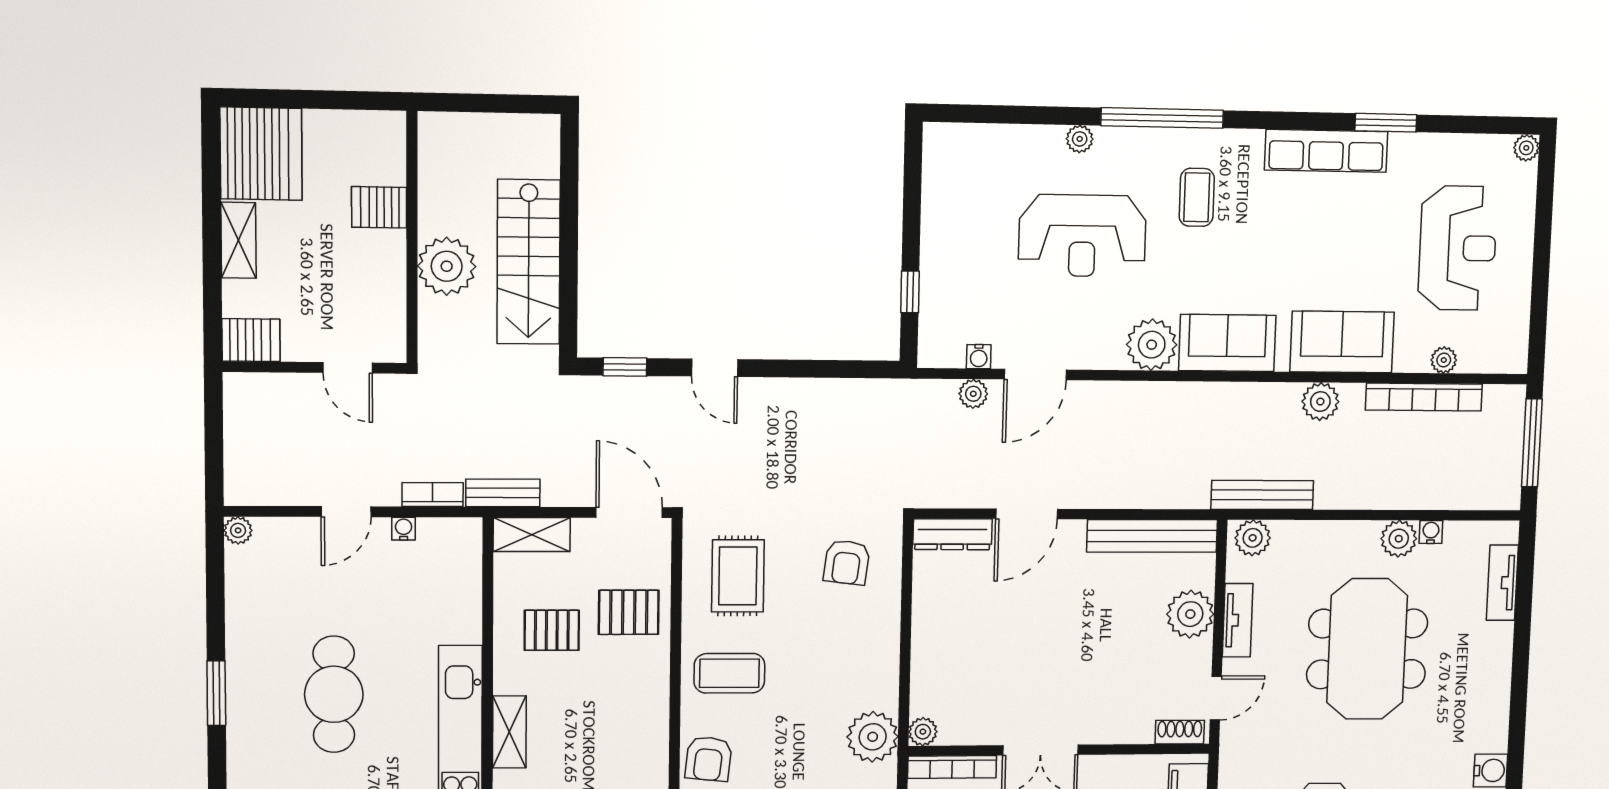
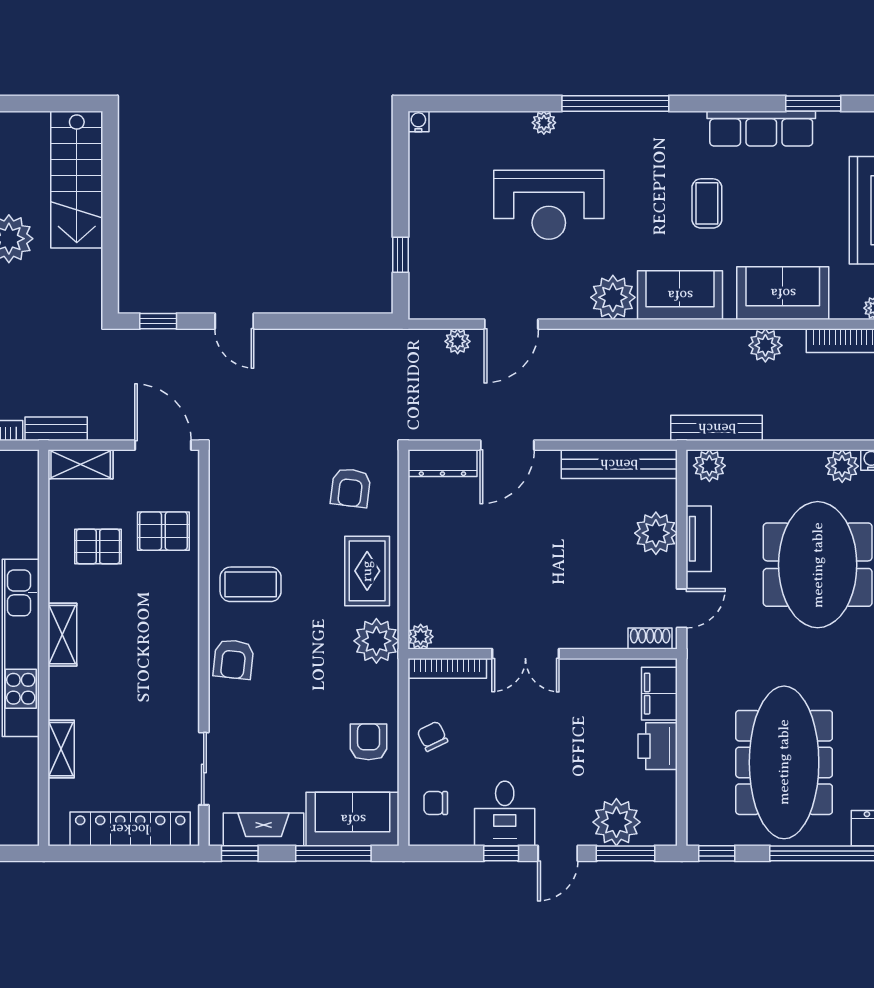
coffee table: (1197, 197) -> (707, 203), moved
stairs: (529, 262) -> (77, 180), moved
water cooler: (979, 357) -> (418, 121), moved, turned 180
rug: (738, 576) -> (367, 571), moved

